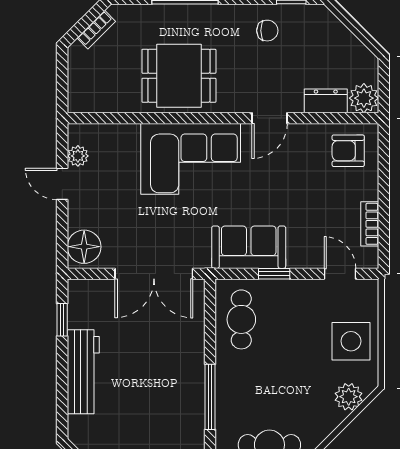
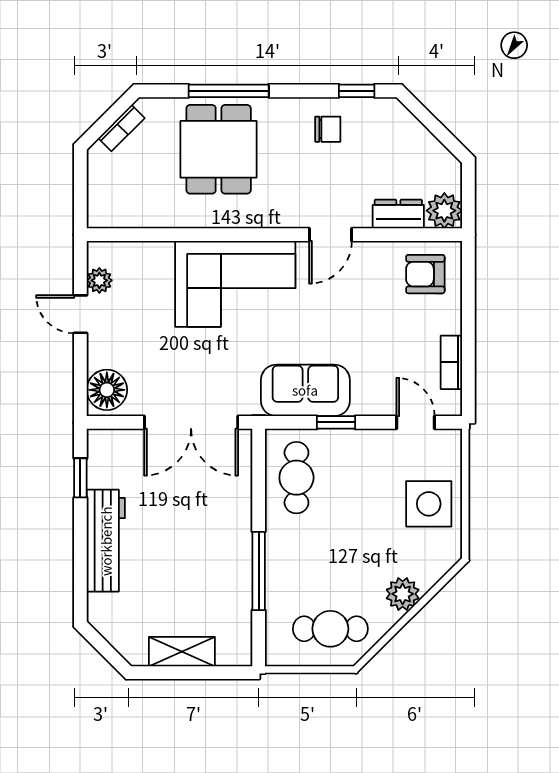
dining table: (179, 76) -> (219, 149), moved, turned 90
plant: (349, 397) -> (403, 594), moved

